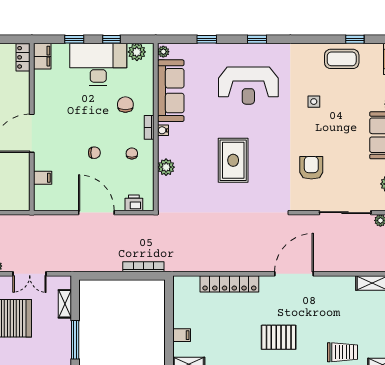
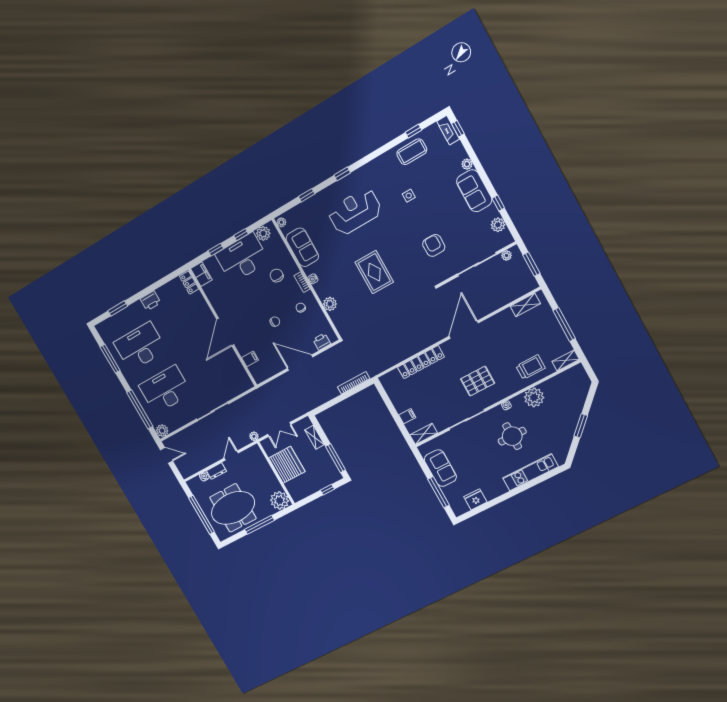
reception desk: (248, 86) -> (355, 212), turned 180
sofa: (171, 91) -> (302, 247), width x0.73

